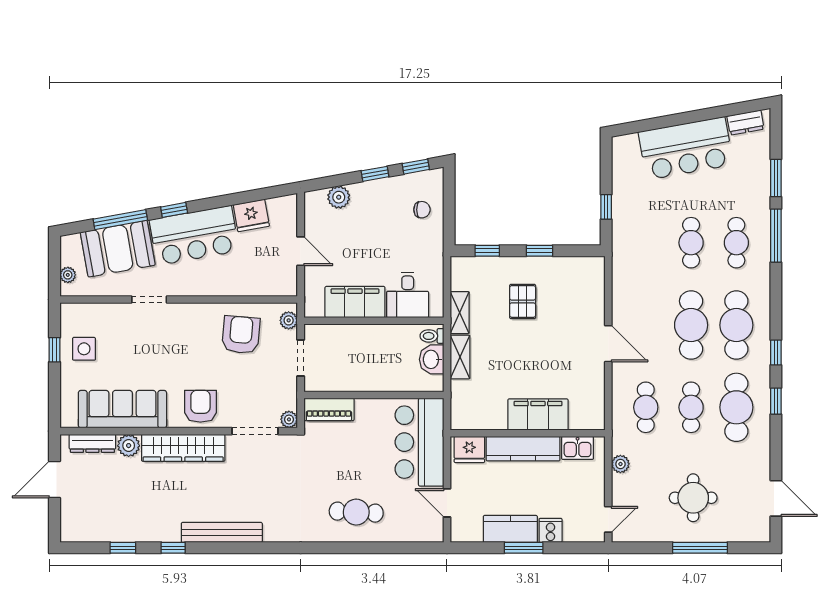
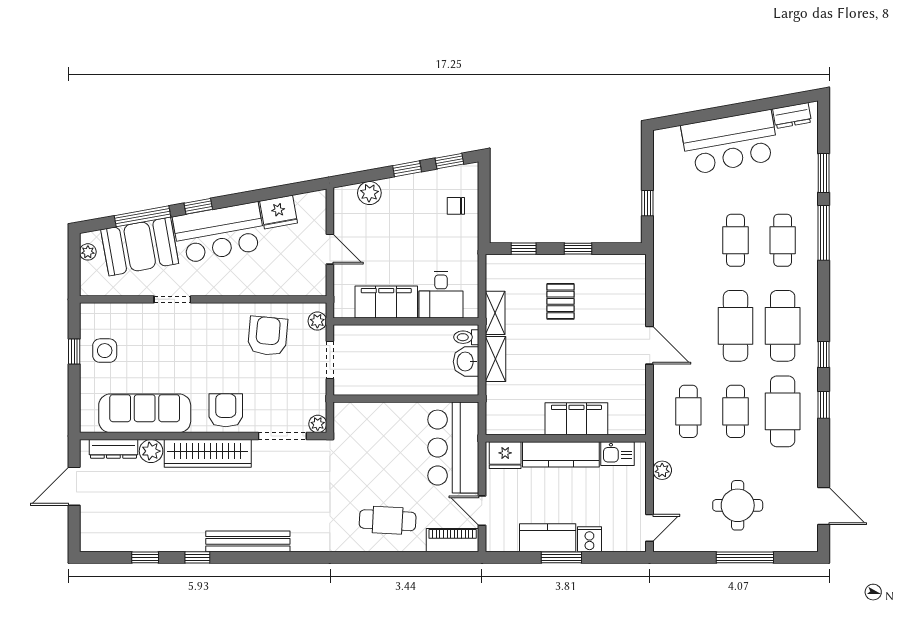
chair: (422, 210) -> (456, 206), turned 180
plant: (68, 275) -> (88, 252), moved
piano: (329, 409) -> (453, 540), moved, turned 180

